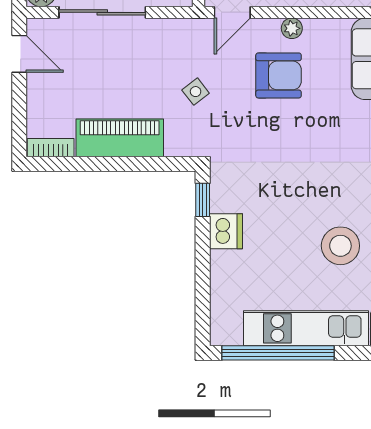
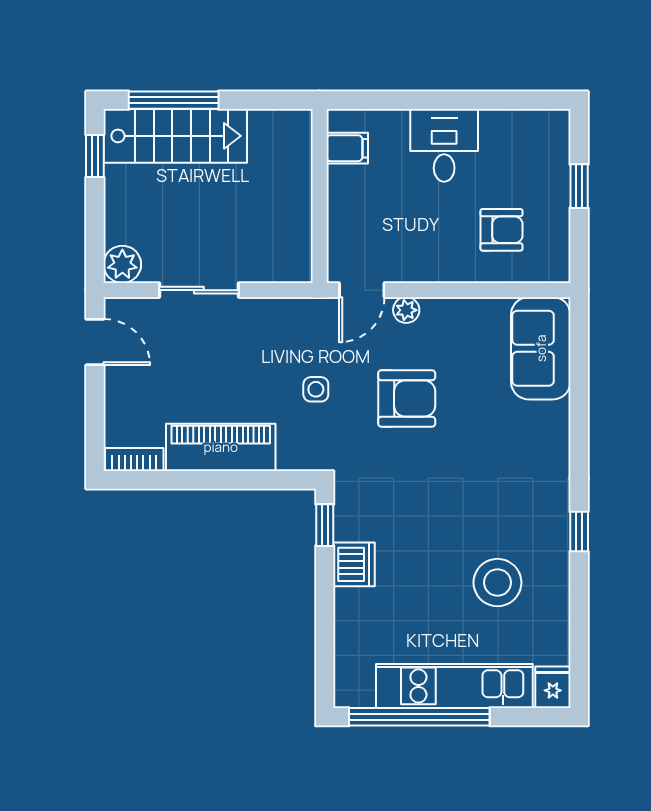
sliding door: (102, 12) -> (199, 290), width x0.73
plant: (292, 28) -> (406, 310), moved
armchair: (279, 75) -> (407, 398), moved
side table: (196, 92) -> (316, 389), turned 38

